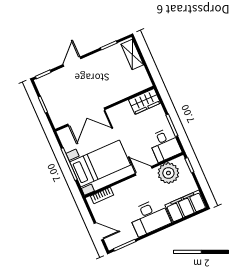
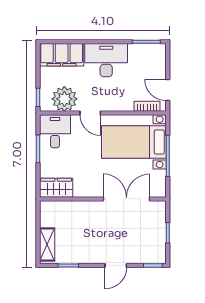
door: (99, 231) -> (168, 90), moved

